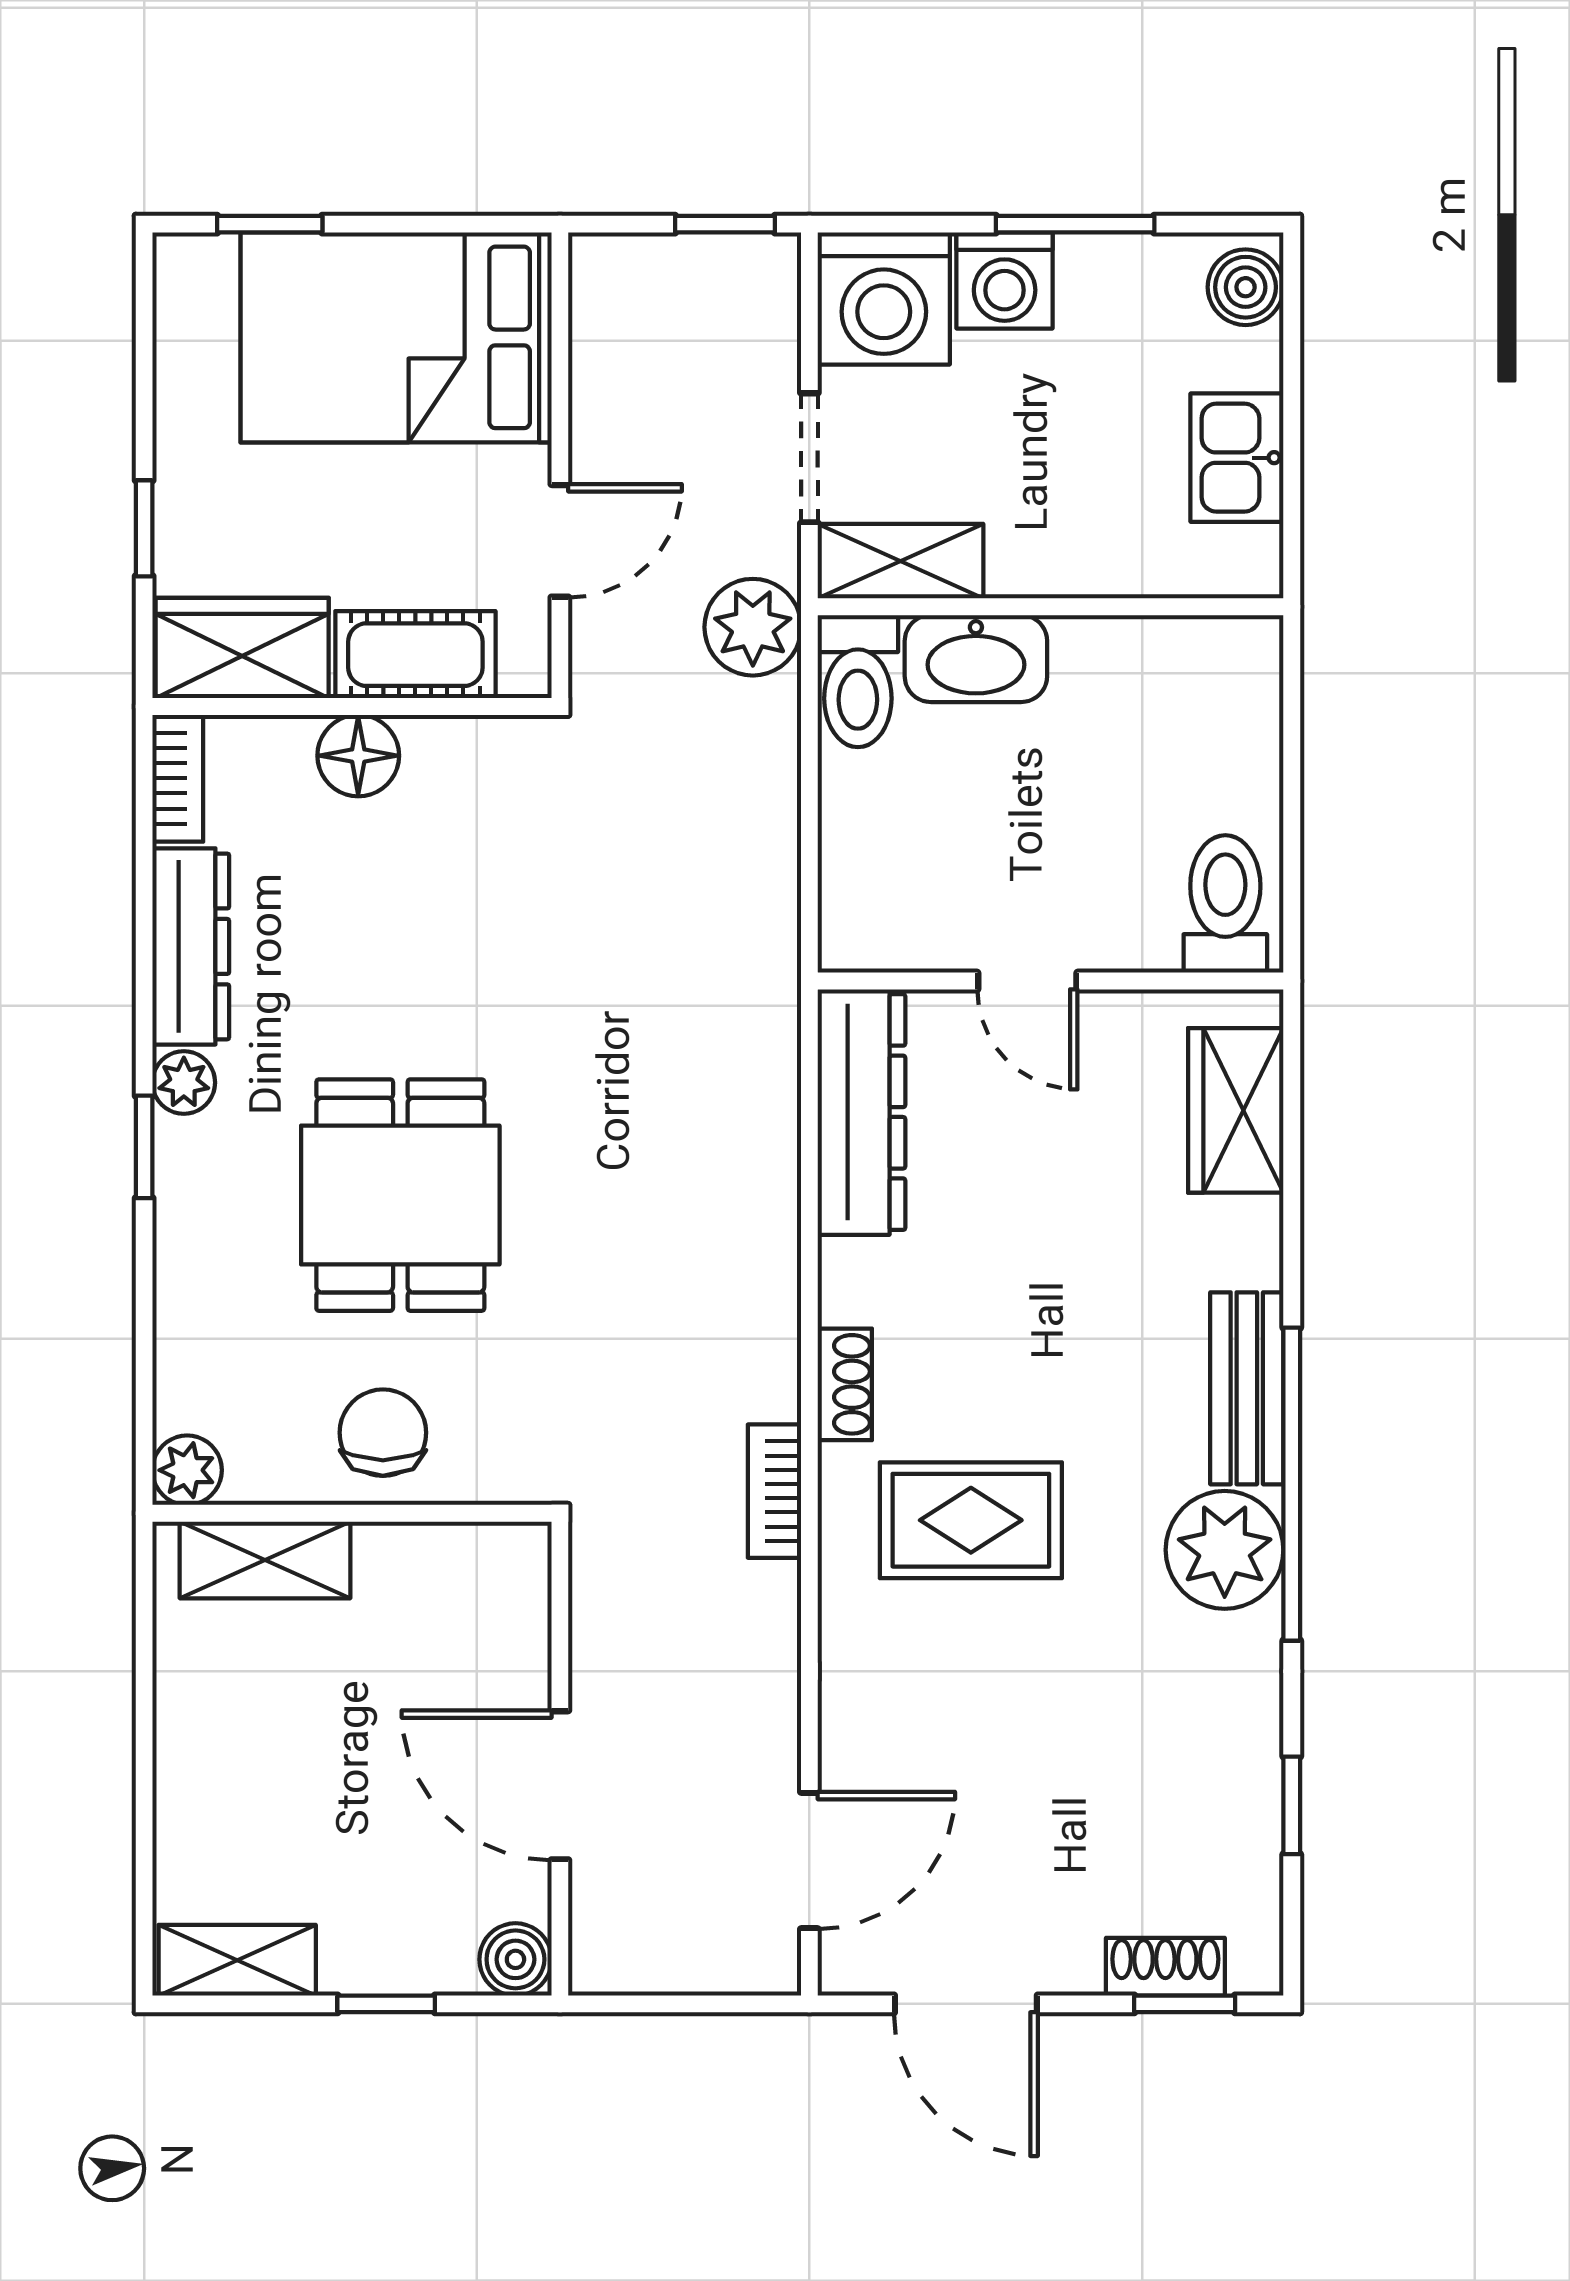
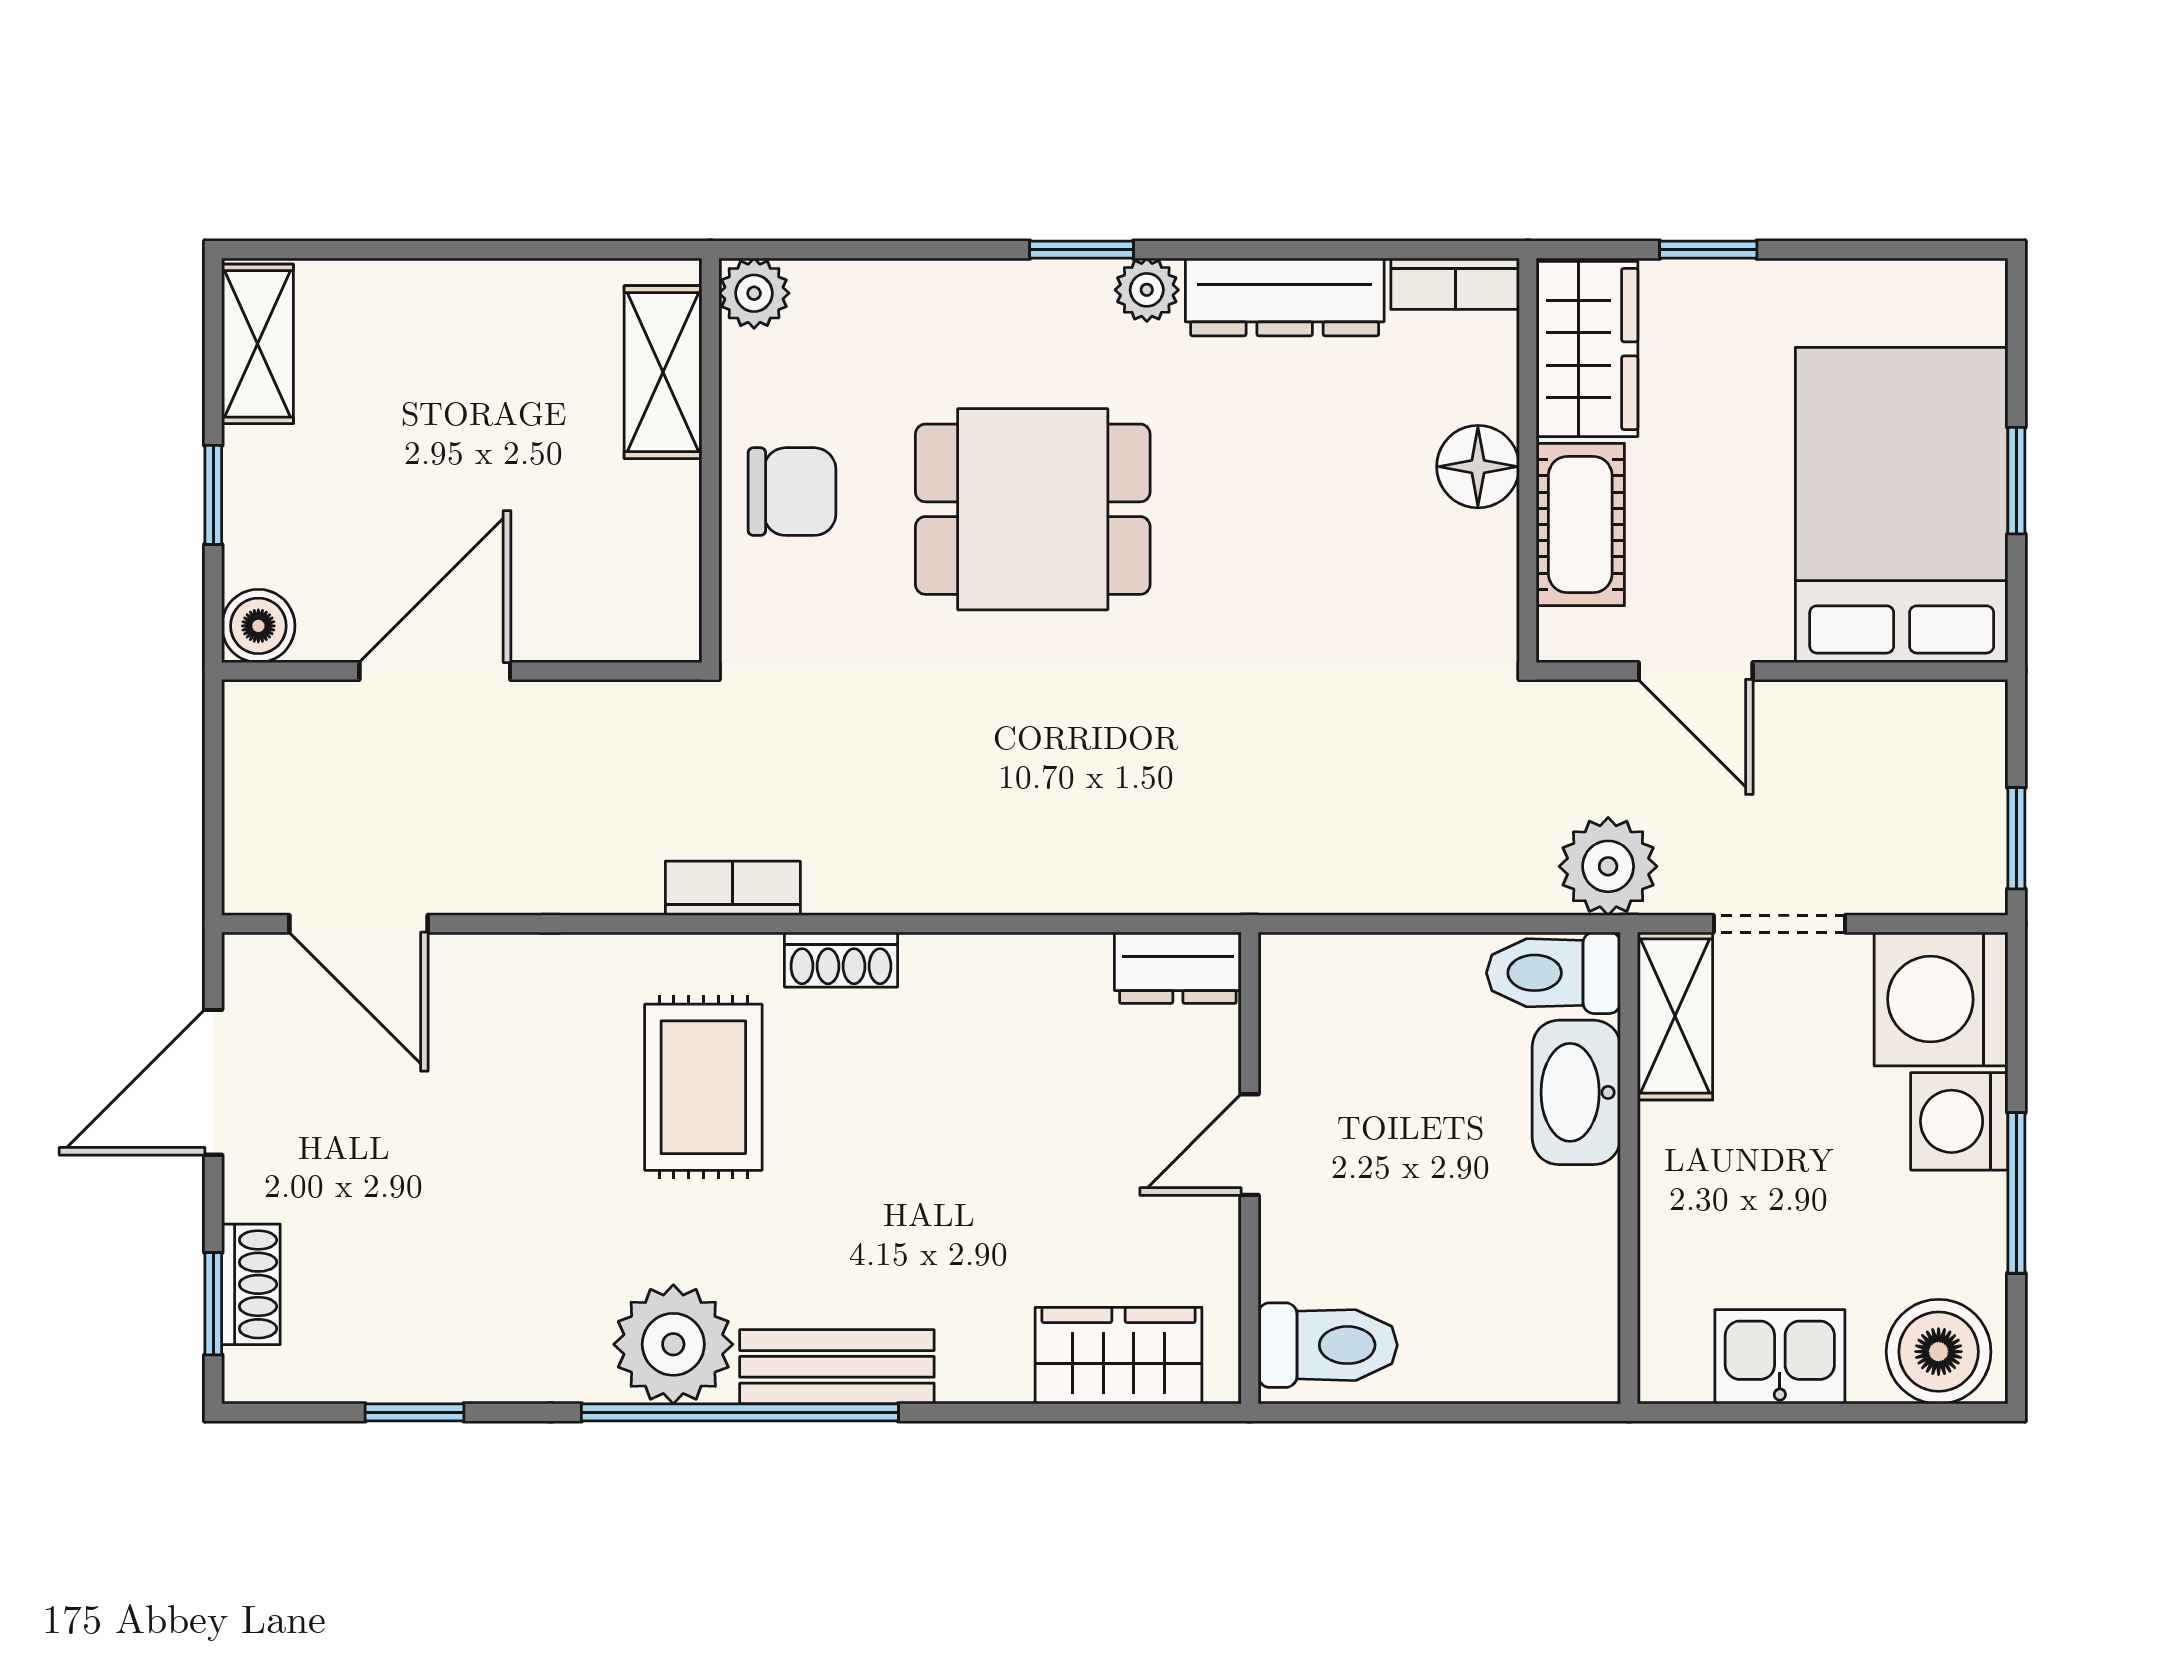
window: (270, 224) -> (2016, 481), moved
boiler: (1246, 287) -> (1939, 1352), width x1.36, depth x1.36
dresser: (862, 1112) -> (1178, 968), width x0.51, depth x0.80

